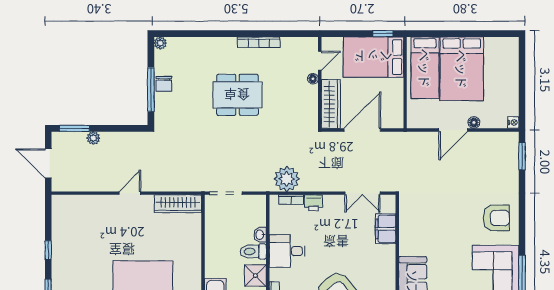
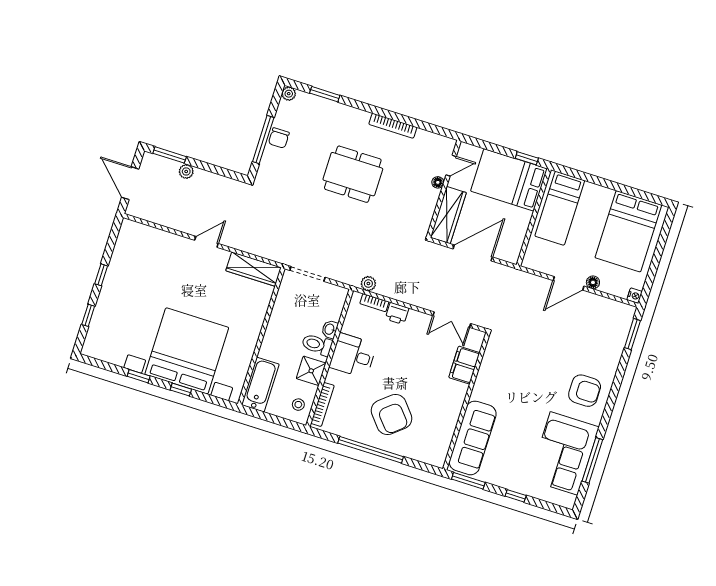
window: (191, 34) -> (325, 94), added
bed: (462, 69) -> (628, 231), moved
plant: (287, 179) -> (368, 284), width x0.53, depth x0.53

